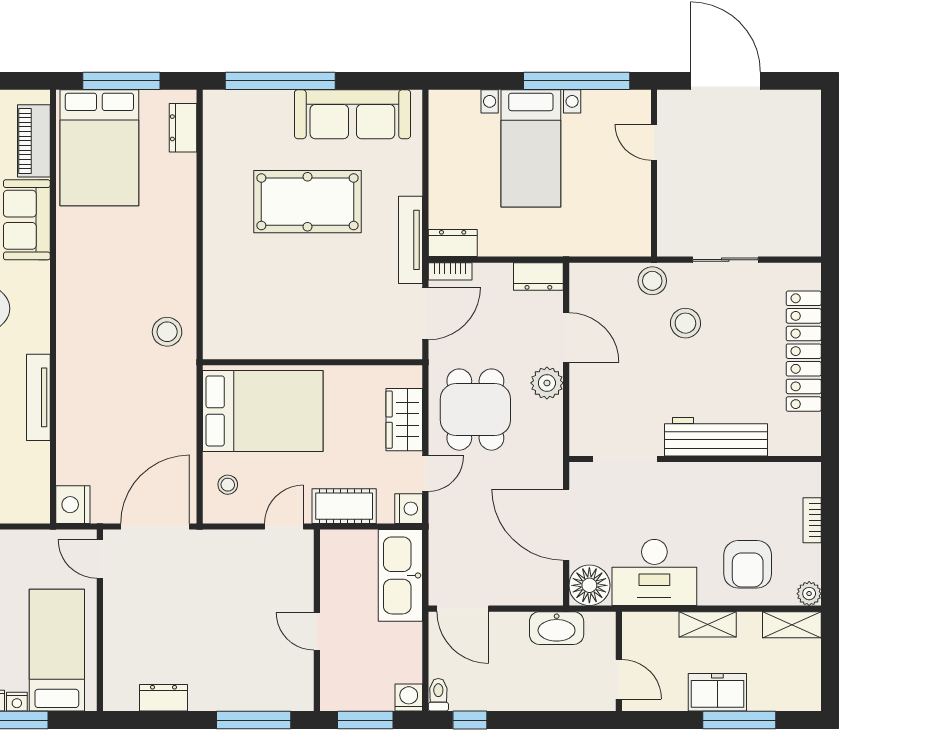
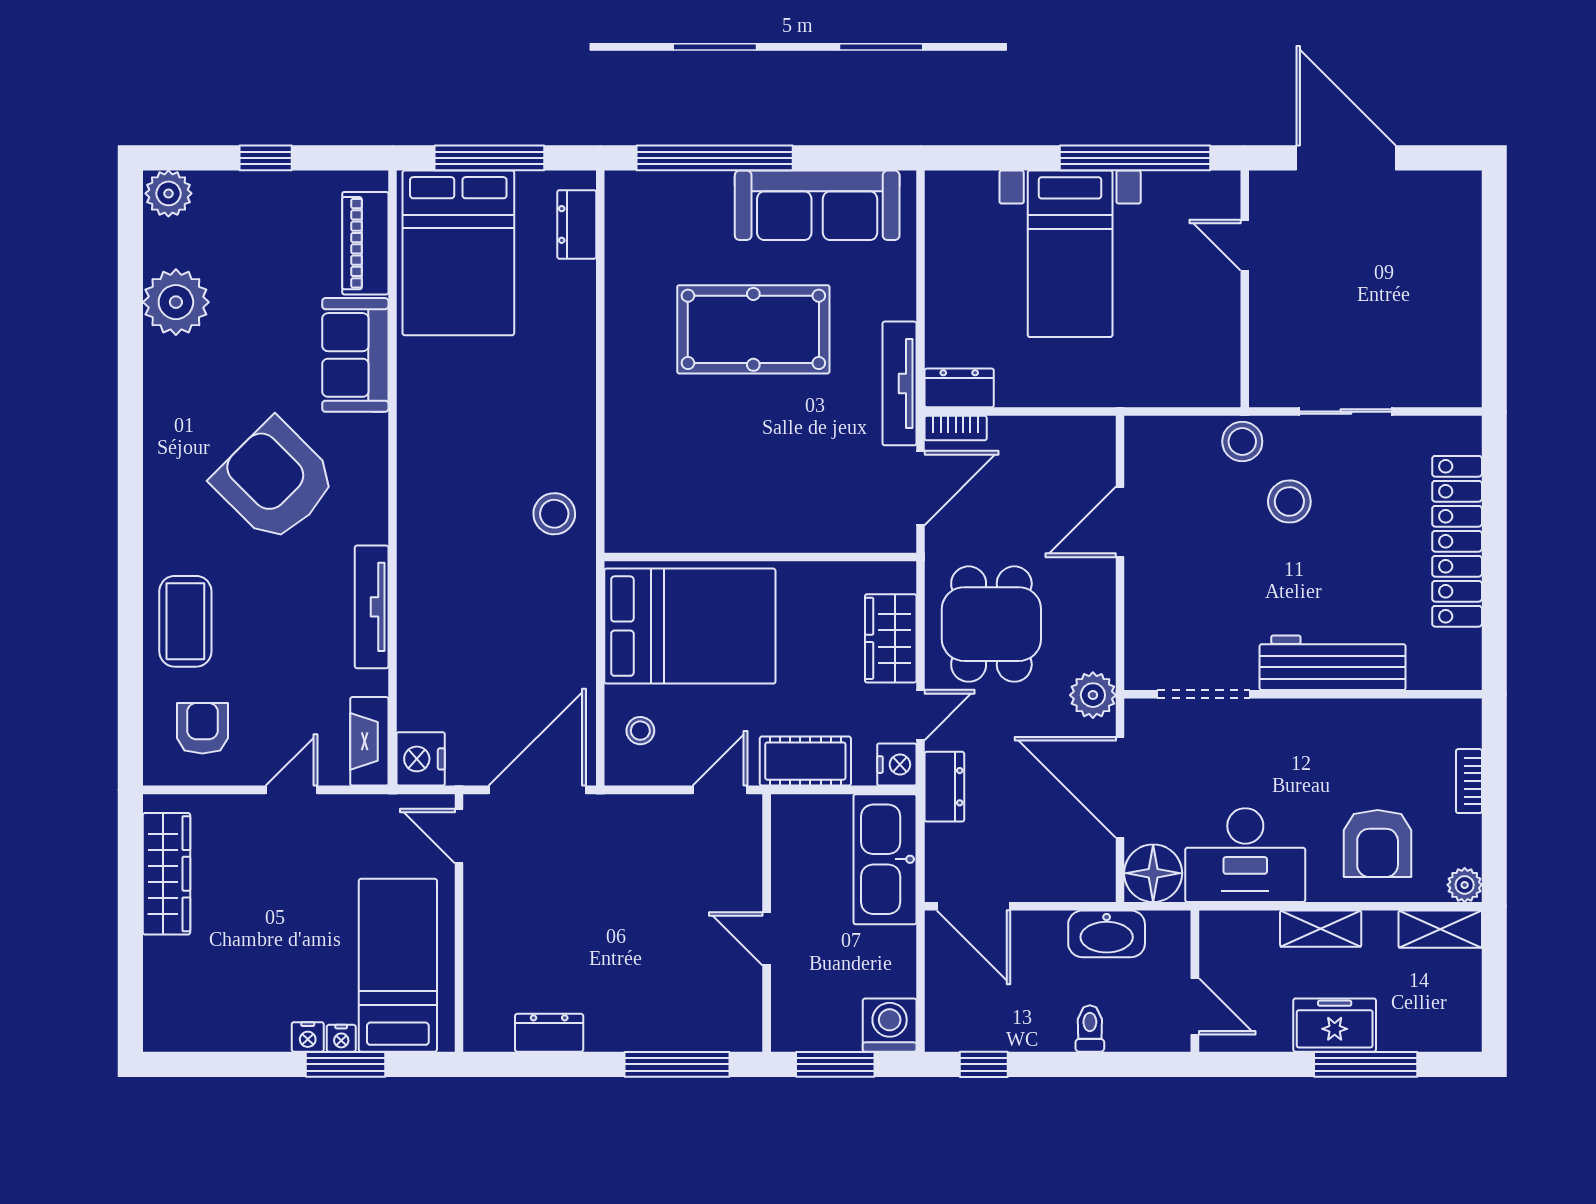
dresser: (538, 277) -> (944, 787), moved, turned -90
door: (566, 337) -> (1120, 522), swing flipped
plant: (547, 383) -> (1093, 695), moved
fireplace: (37, 492) -> (369, 741), added
toilet: (438, 695) -> (1090, 1029), moved
washing machine: (409, 698) -> (890, 1025), width x1.38, depth x1.38

